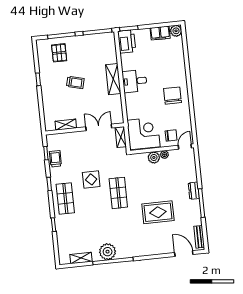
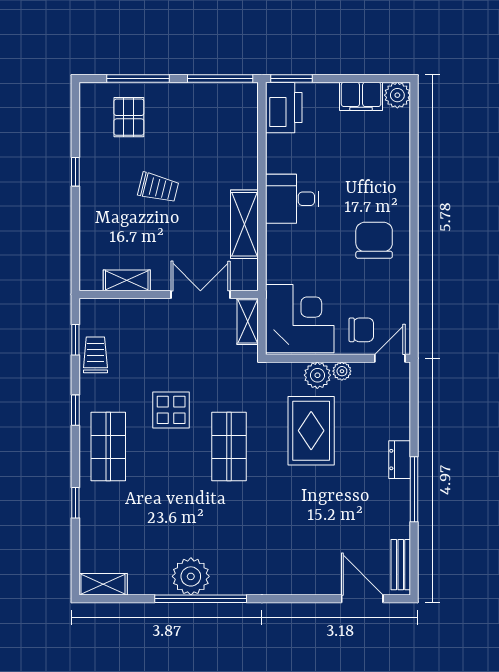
shelving: (113, 79) -> (244, 224), moved
rug: (158, 212) -> (311, 431), moved, turned 90
shelving: (81, 258) -> (103, 584), moved

